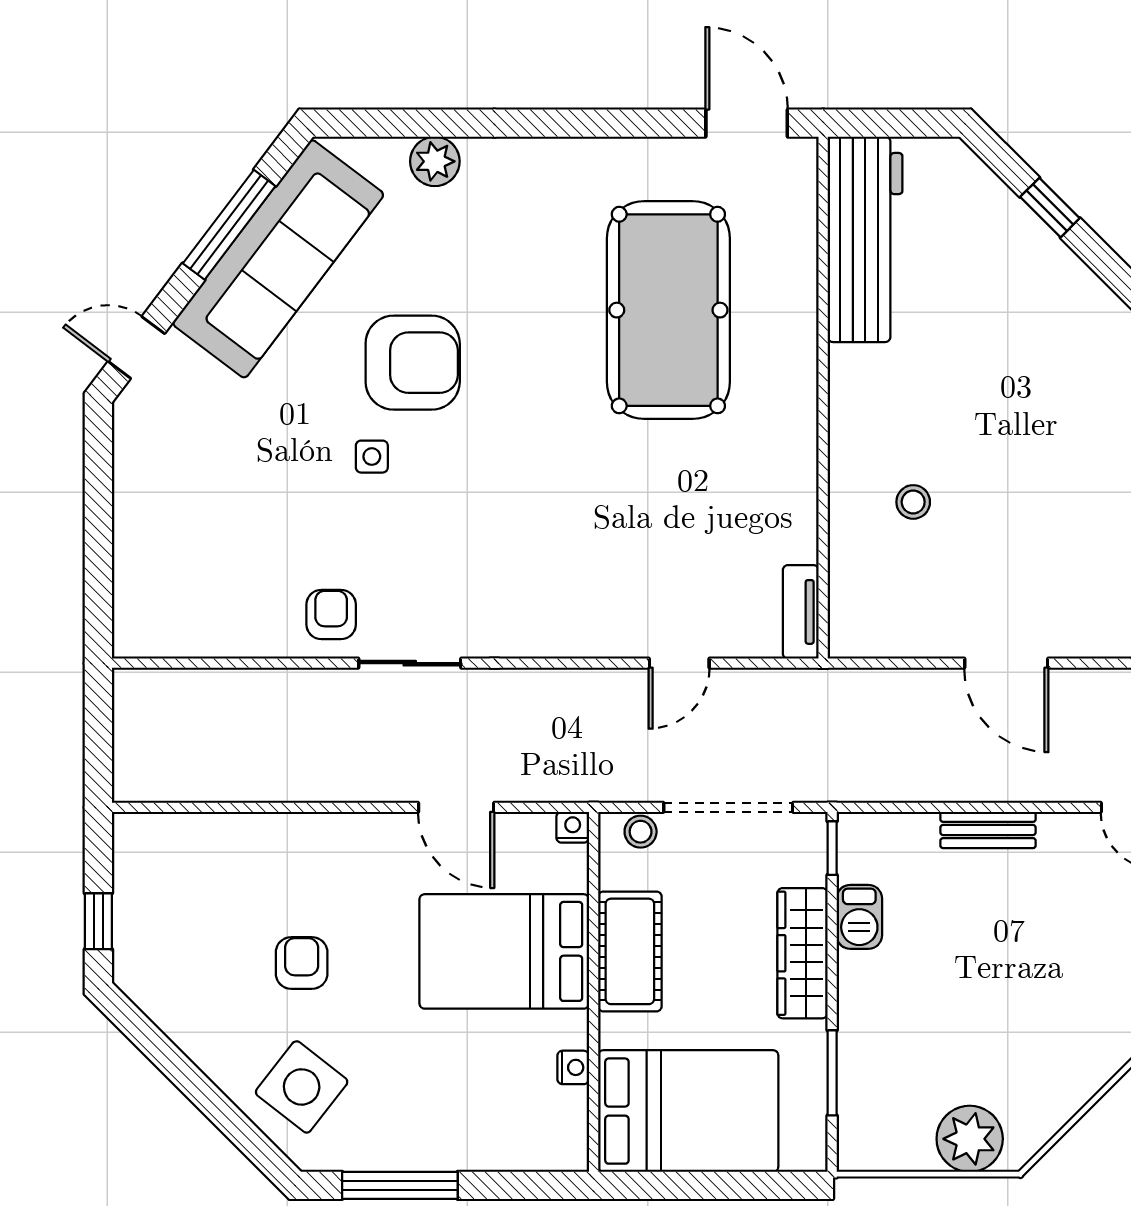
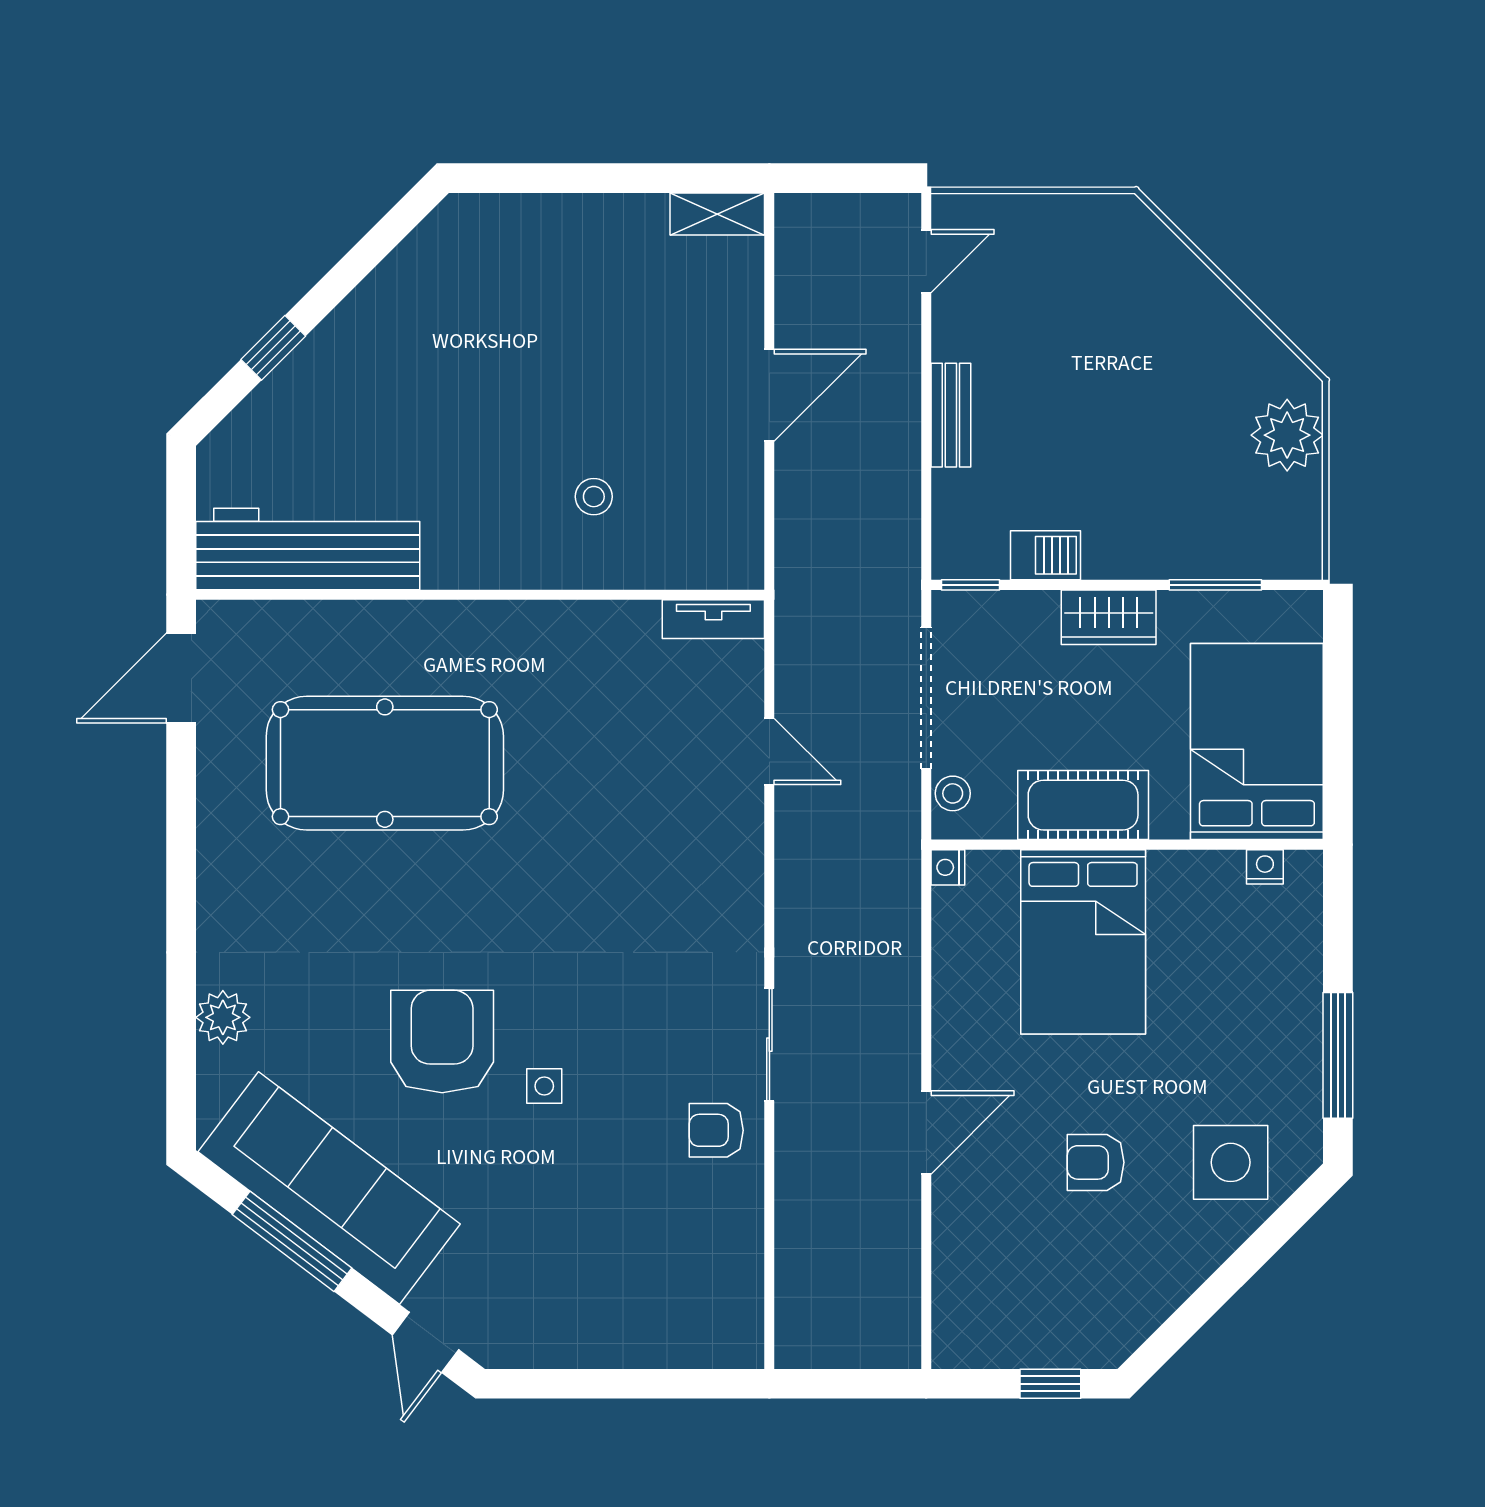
door: (456, 807) -> (926, 1132), moved
wardrobe: (802, 953) -> (1109, 617), width x0.67
nightstand: (573, 1067) -> (1265, 867), moved
side table: (302, 1087) -> (1231, 1162), turned -38

